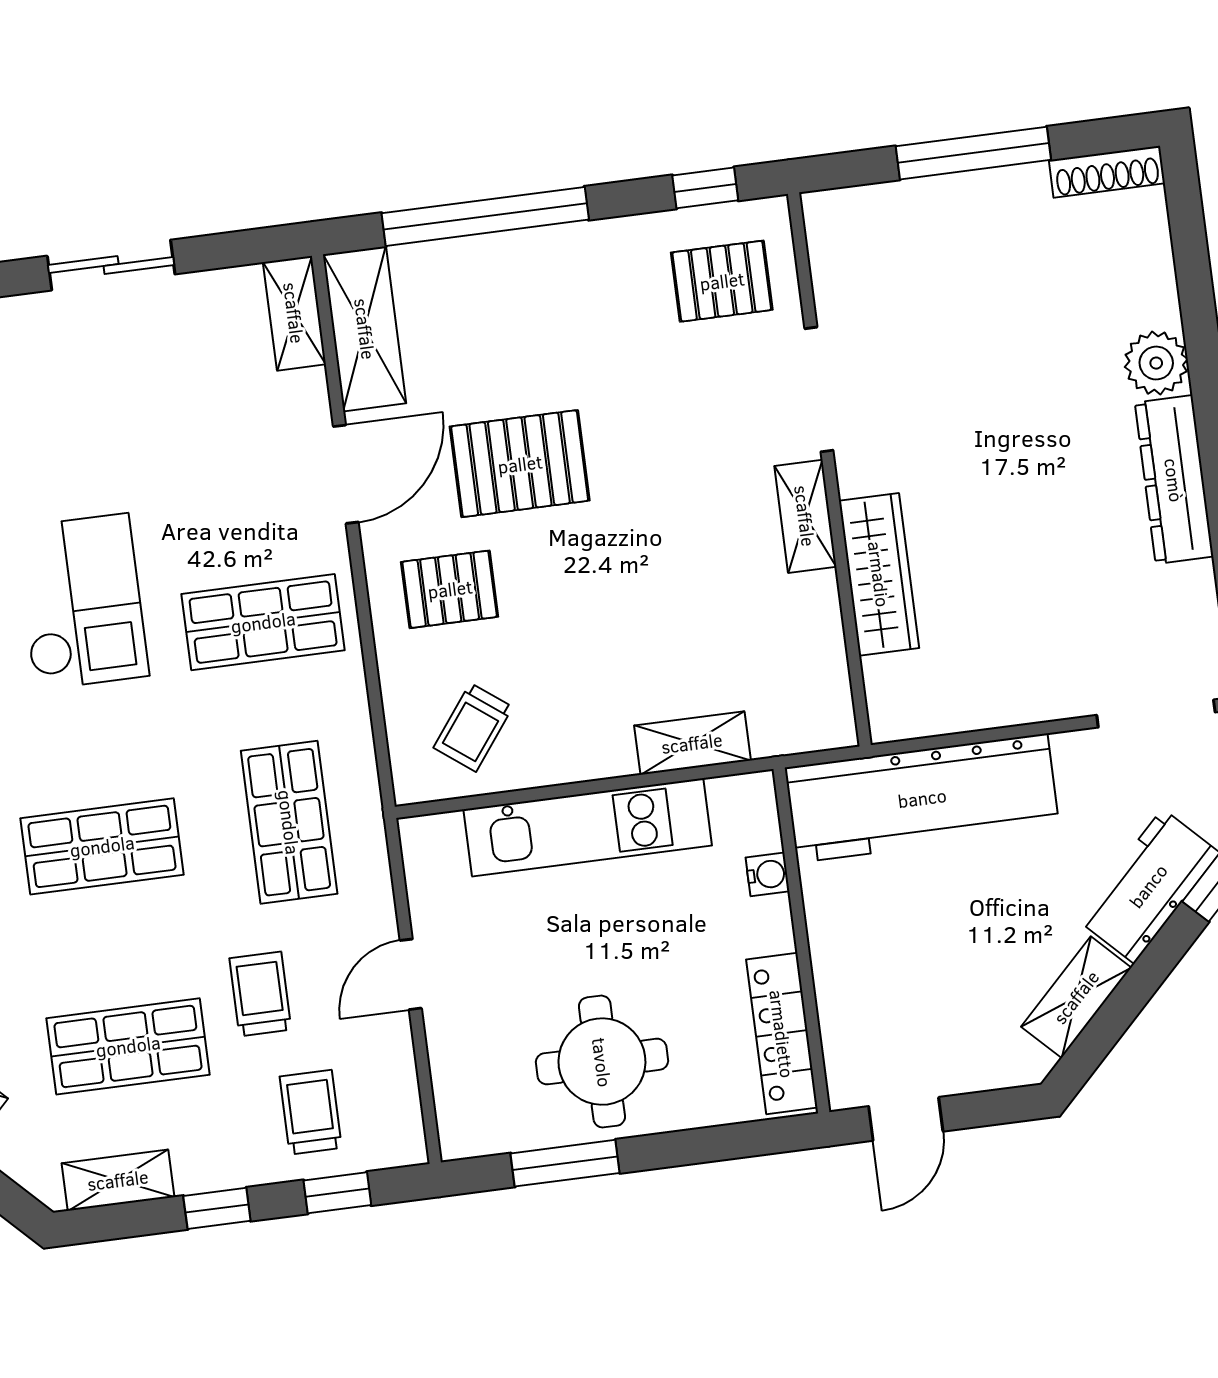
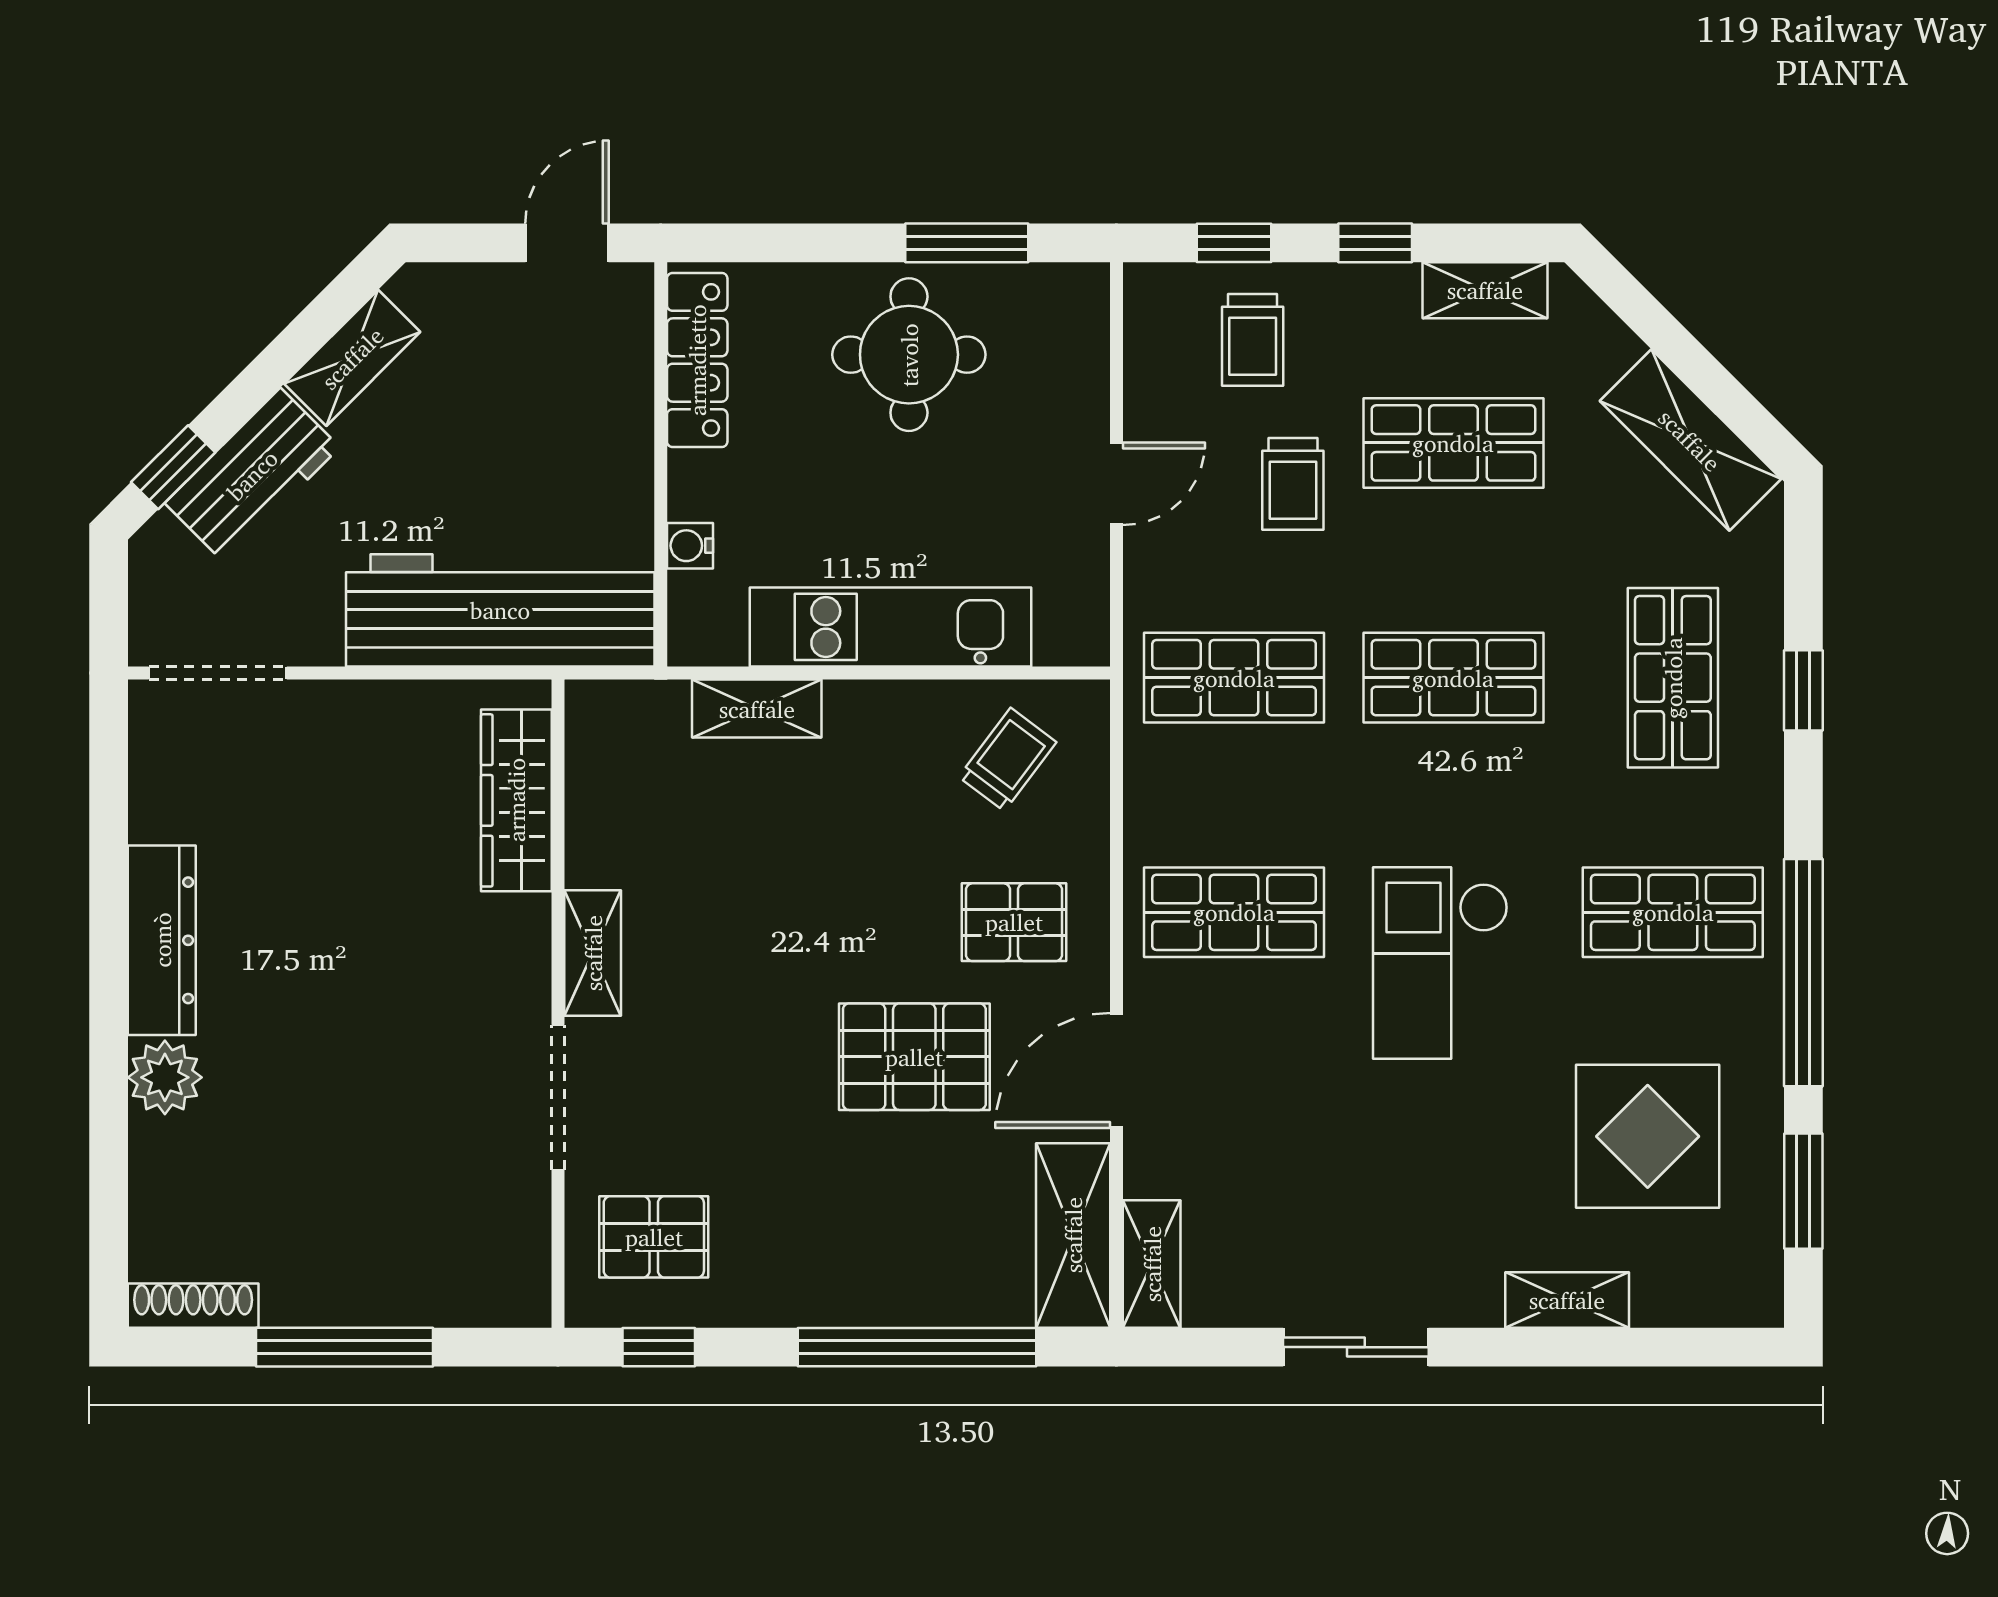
wardrobe: (879, 574) -> (516, 800), moved
shop shelf: (289, 822) -> (1234, 678), turned 90

